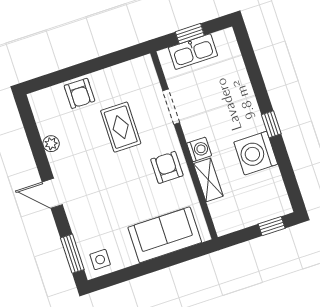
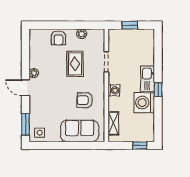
kitchen sink: (193, 52) -> (148, 79), moved, turned 90
plant: (115, 74) -> (82, 34), added
plant: (51, 144) -> (34, 73), moved
armchair: (167, 167) -> (85, 100), moved, turned -90
shelving: (208, 180) -> (113, 123), moved

